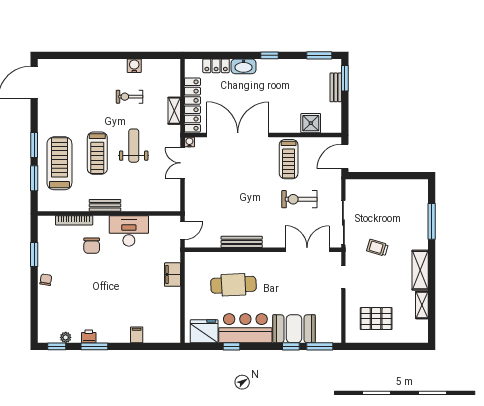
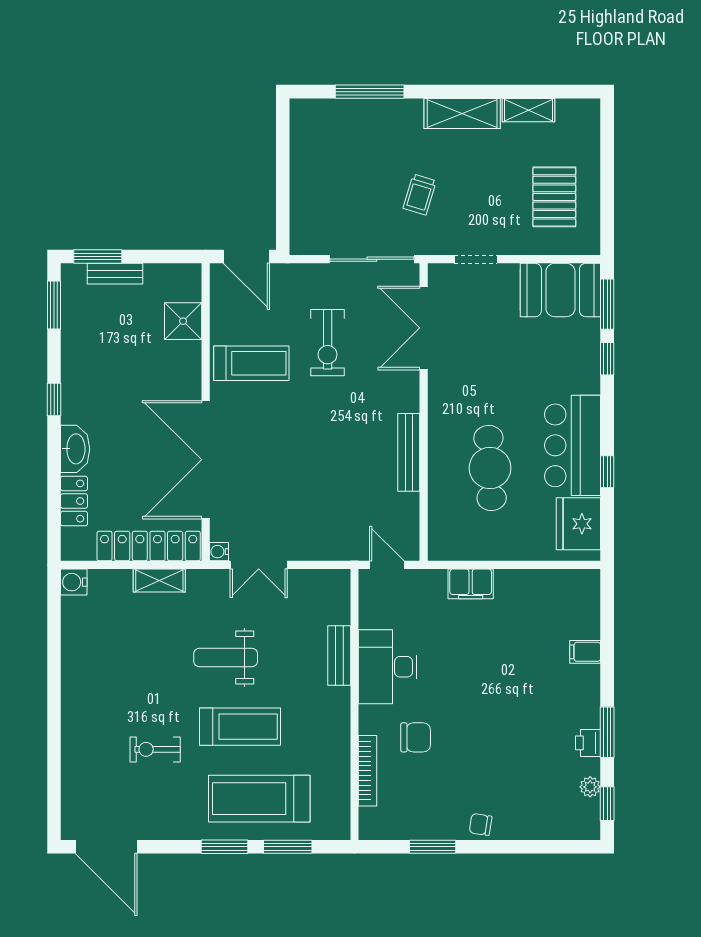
water cooler: (134, 66) -> (74, 582), moved
exercise bike: (130, 97) -> (155, 749), moved, turned 90
bench: (105, 205) -> (339, 656), moved
booth: (294, 329) -> (560, 290), moved, turned 90

